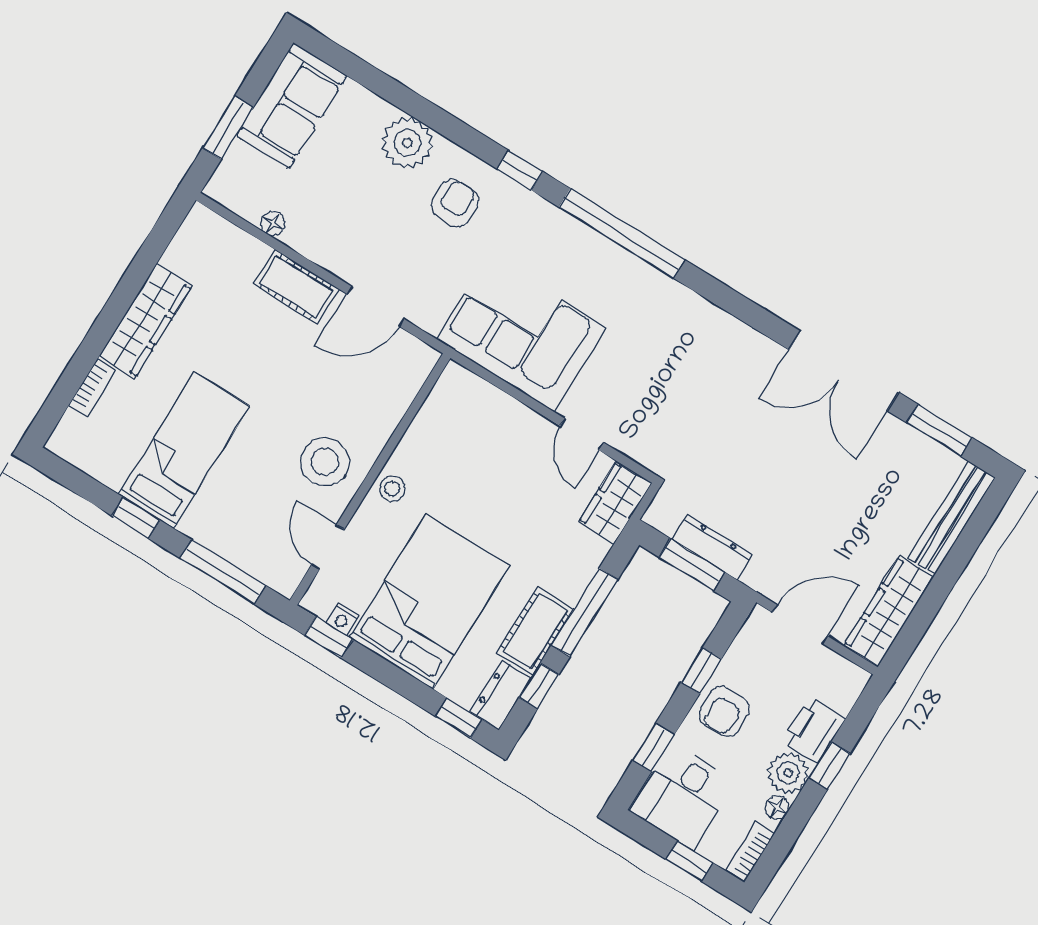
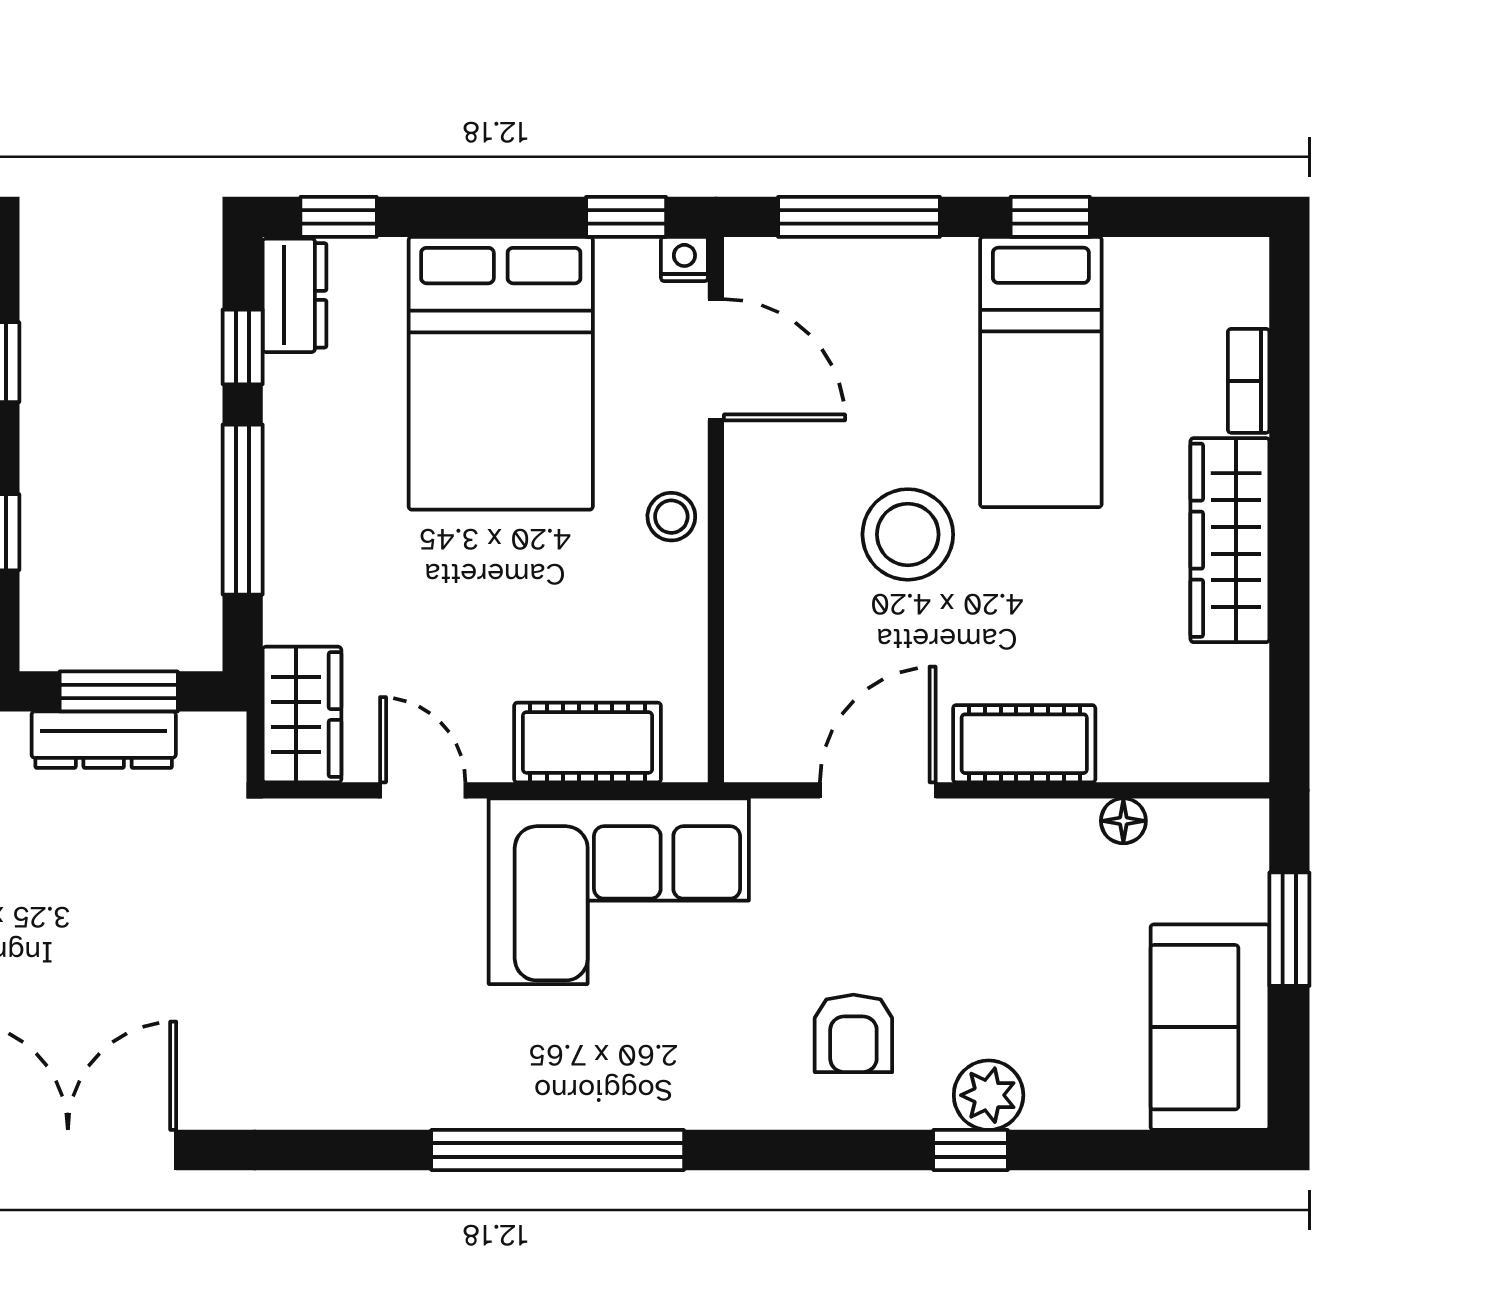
plant: (407, 143) -> (989, 1095), width x0.73, depth x0.73
window: (520, 170) -> (971, 1150), moved
stool: (325, 462) -> (908, 534), moved
door: (328, 547) -> (716, 360), width x1.38
nightstand: (342, 619) -> (684, 259), moved
cot: (535, 631) -> (588, 742), moved, turned 90

